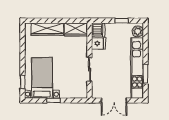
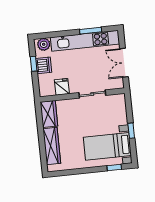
dishwasher: (98, 30) -> (44, 65), moved, turned 90
double door: (114, 100) -> (124, 63), swing flipped

